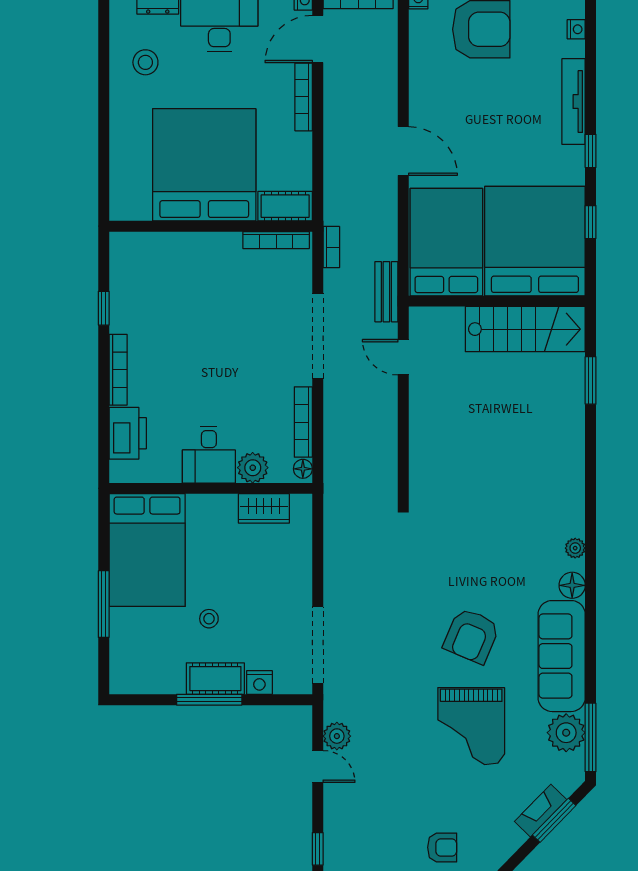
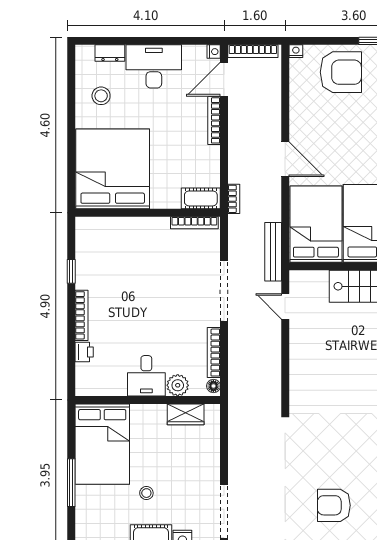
bed: (204, 165) -> (113, 169), moved
bookcase: (331, 247) -> (234, 199), moved
bench: (386, 292) -> (273, 252), width x1.36
printer: (128, 433) -> (84, 352), width x0.53, depth x0.68
armchair: (472, 636) -> (334, 505), turned 67

